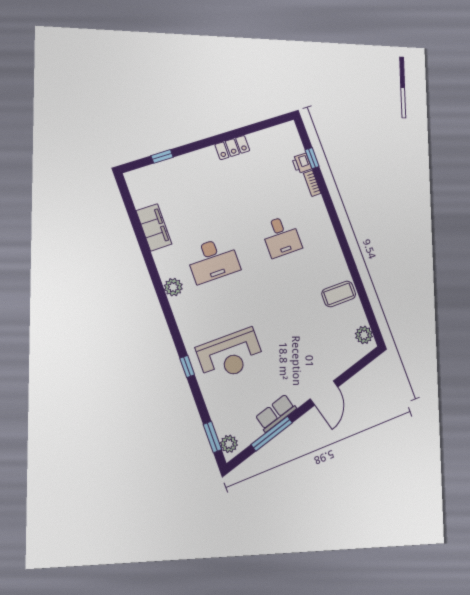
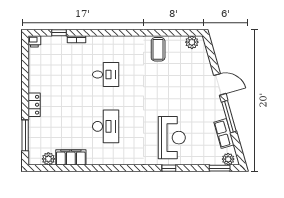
locker: (232, 148) -> (34, 105), moved
window: (162, 156) -> (25, 135), width x2.17
printer: (302, 163) -> (34, 41), moved
plant: (173, 287) -> (48, 159), moved
row of seats: (276, 413) -> (224, 133), moved
window: (272, 434) -> (229, 117), moved

